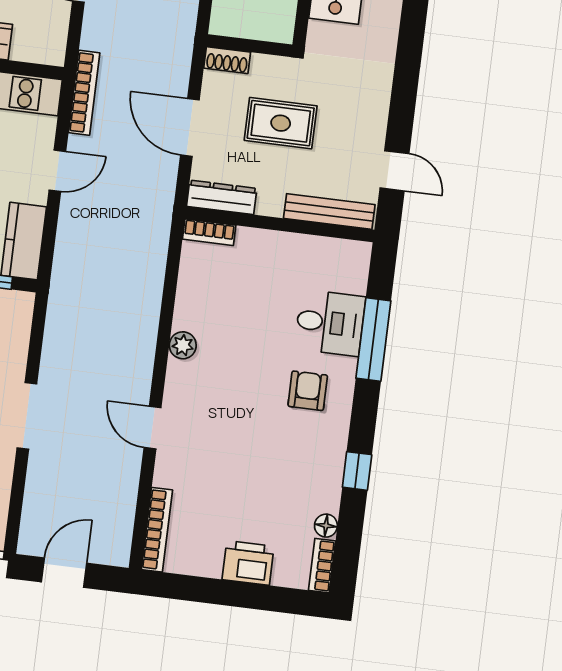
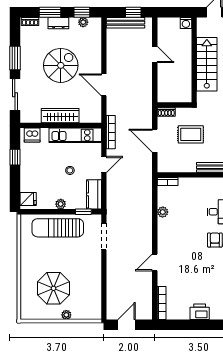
dresser: (222, 197) -> (171, 167), removed
plant: (183, 345) -> (163, 212), moved
doorway: (27, 416) -> (104, 237), moved
door: (153, 428) -> (155, 262), hinge flipped

